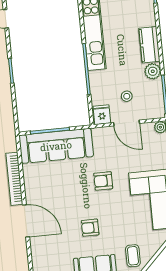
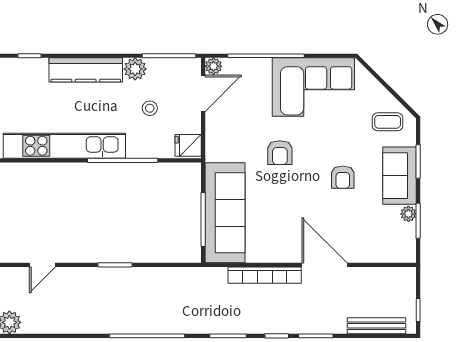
kitchen counter: (149, 45) -> (86, 70), width x1.50
stool: (127, 96) -> (150, 108), moved
door: (127, 123) -> (203, 93), moved
door: (26, 221) -> (325, 265), hinge flipped

